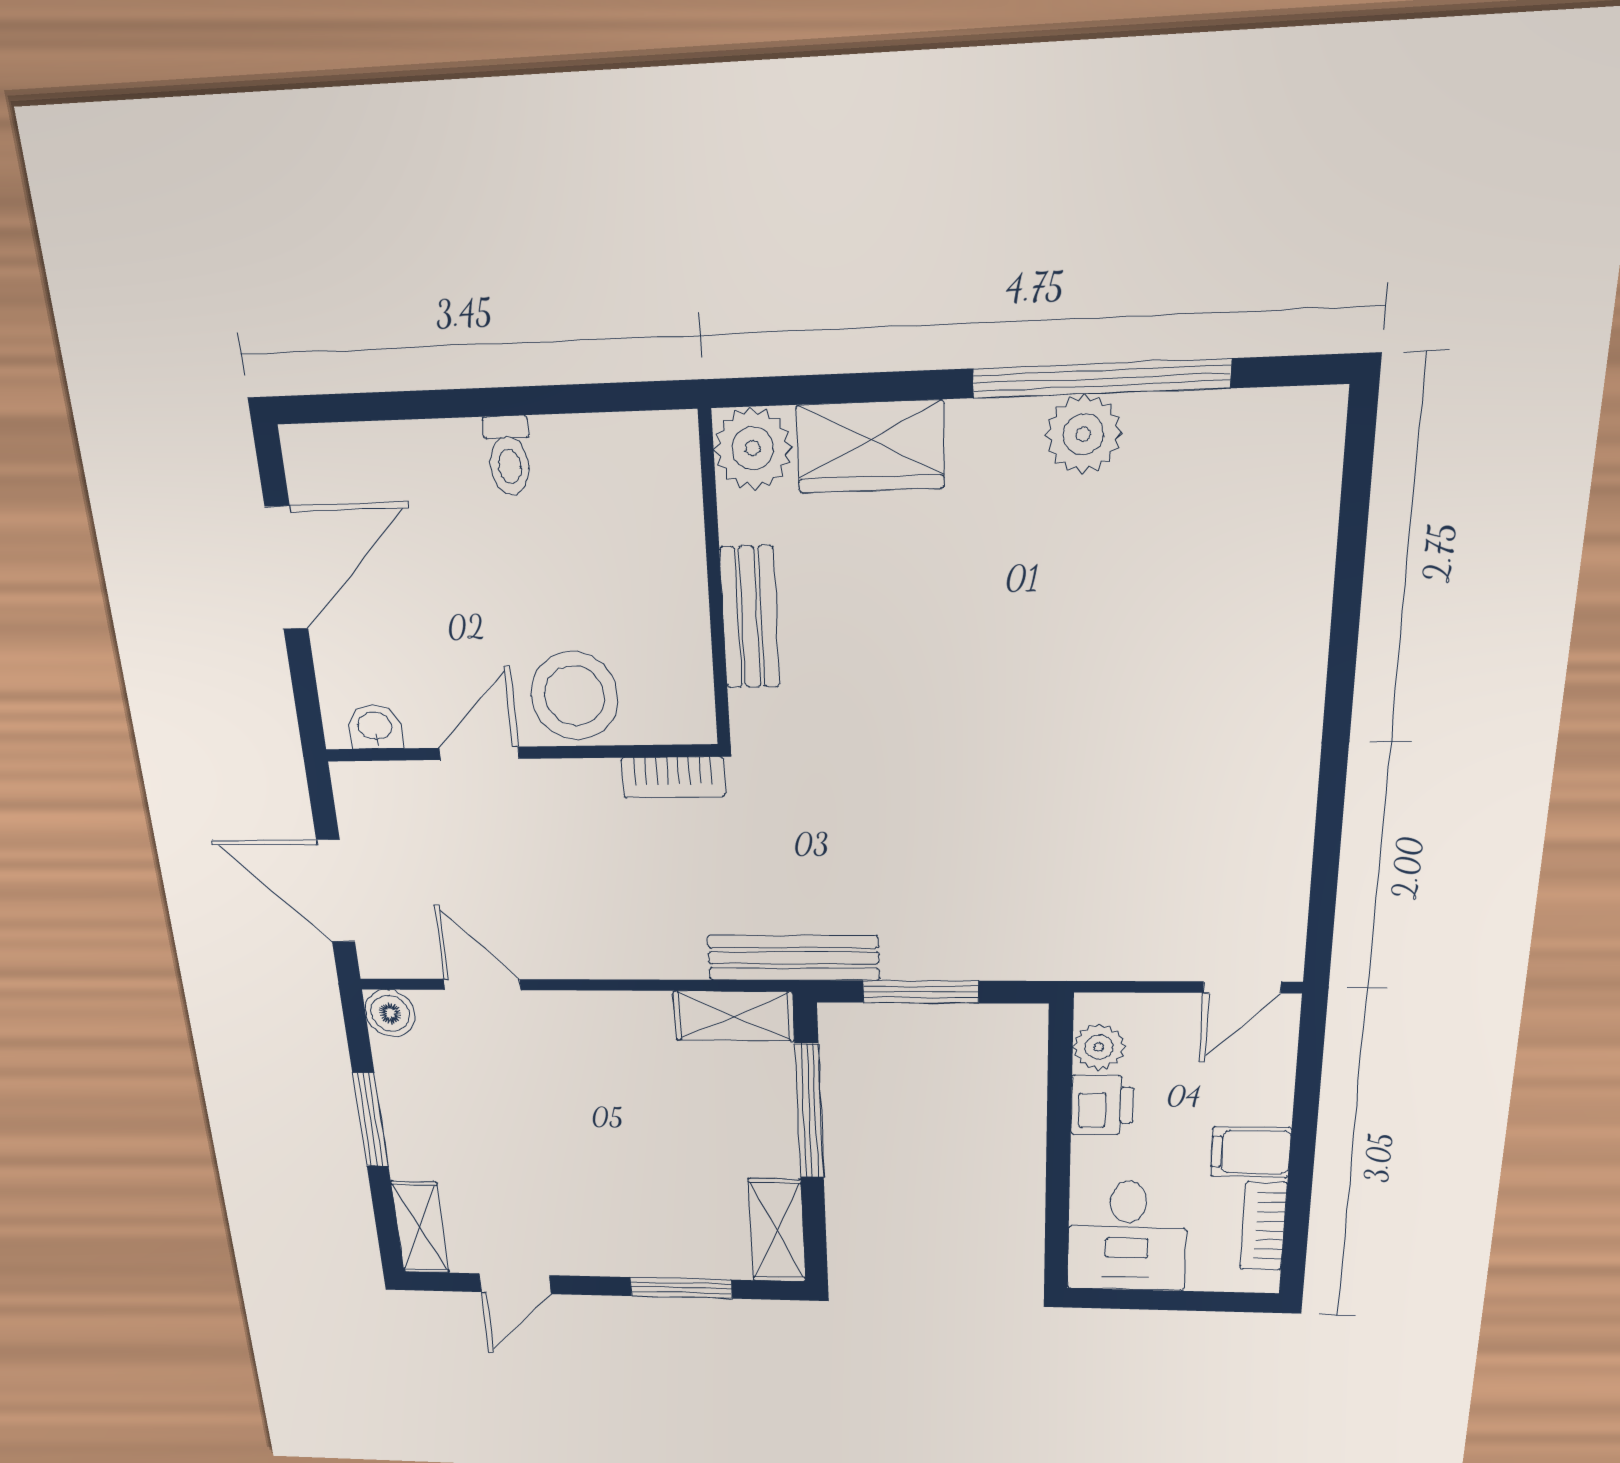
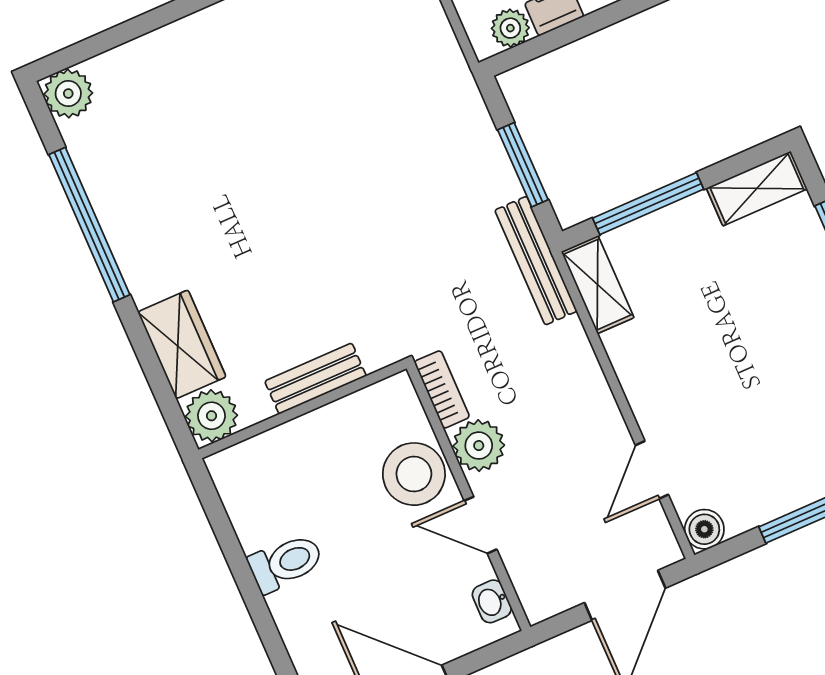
plant: (1083, 434) -> (68, 94), moved
toilet: (509, 456) -> (286, 563), width x1.37, depth x1.39
plant: (583, 793) -> (479, 446), added

